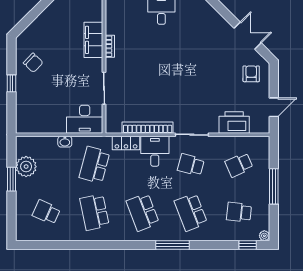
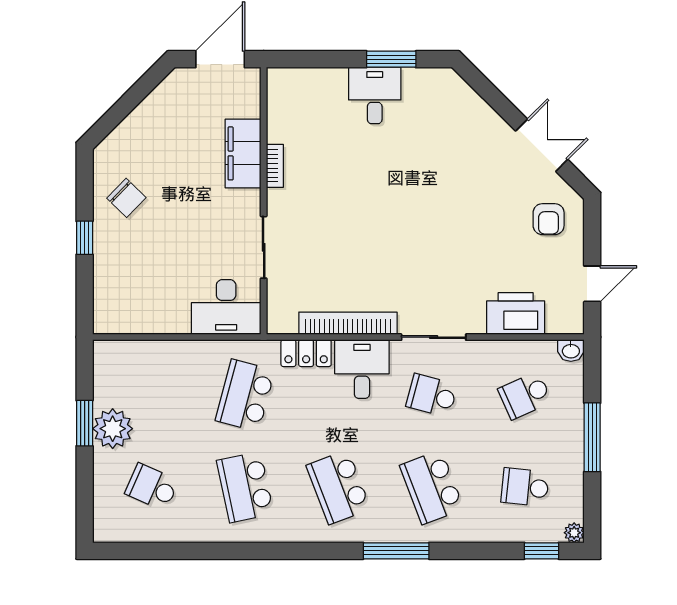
armchair: (251, 74) -> (549, 219), turned 180
washbasin: (65, 142) -> (571, 351), moved
plant: (26, 167) -> (113, 429), moved

